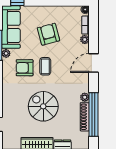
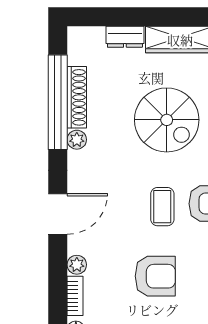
armchair: (48, 34) -> (155, 276), turned -75

